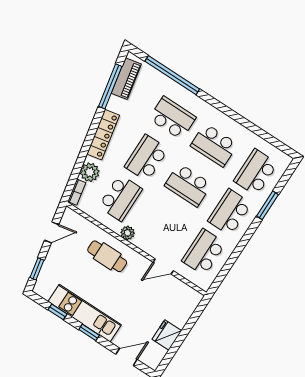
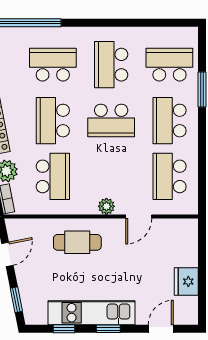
school desk: (214, 145) -> (111, 65), turned 90
school desk: (256, 172) -> (169, 65), turned 90
plant: (128, 233) -> (106, 206), moved

